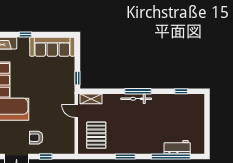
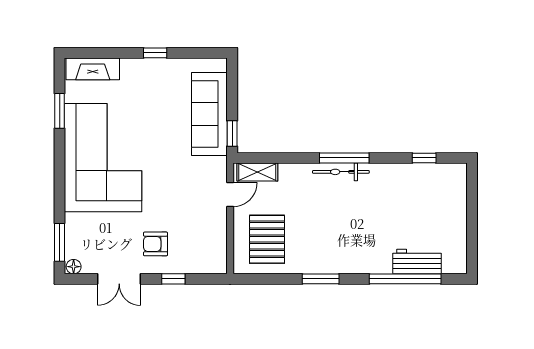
window: (26, 34) -> (155, 53), moved
sofa: (52, 47) -> (209, 114), moved, turned 90
door: (76, 111) -> (230, 195), swing flipped

